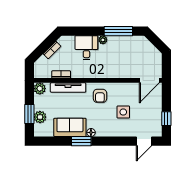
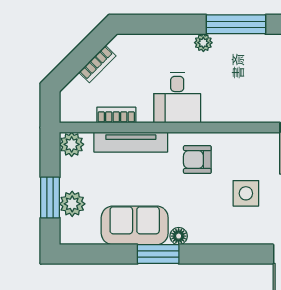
desk: (86, 48) -> (177, 98), moved, turned 180
armchair: (100, 96) -> (197, 160), turned 90

